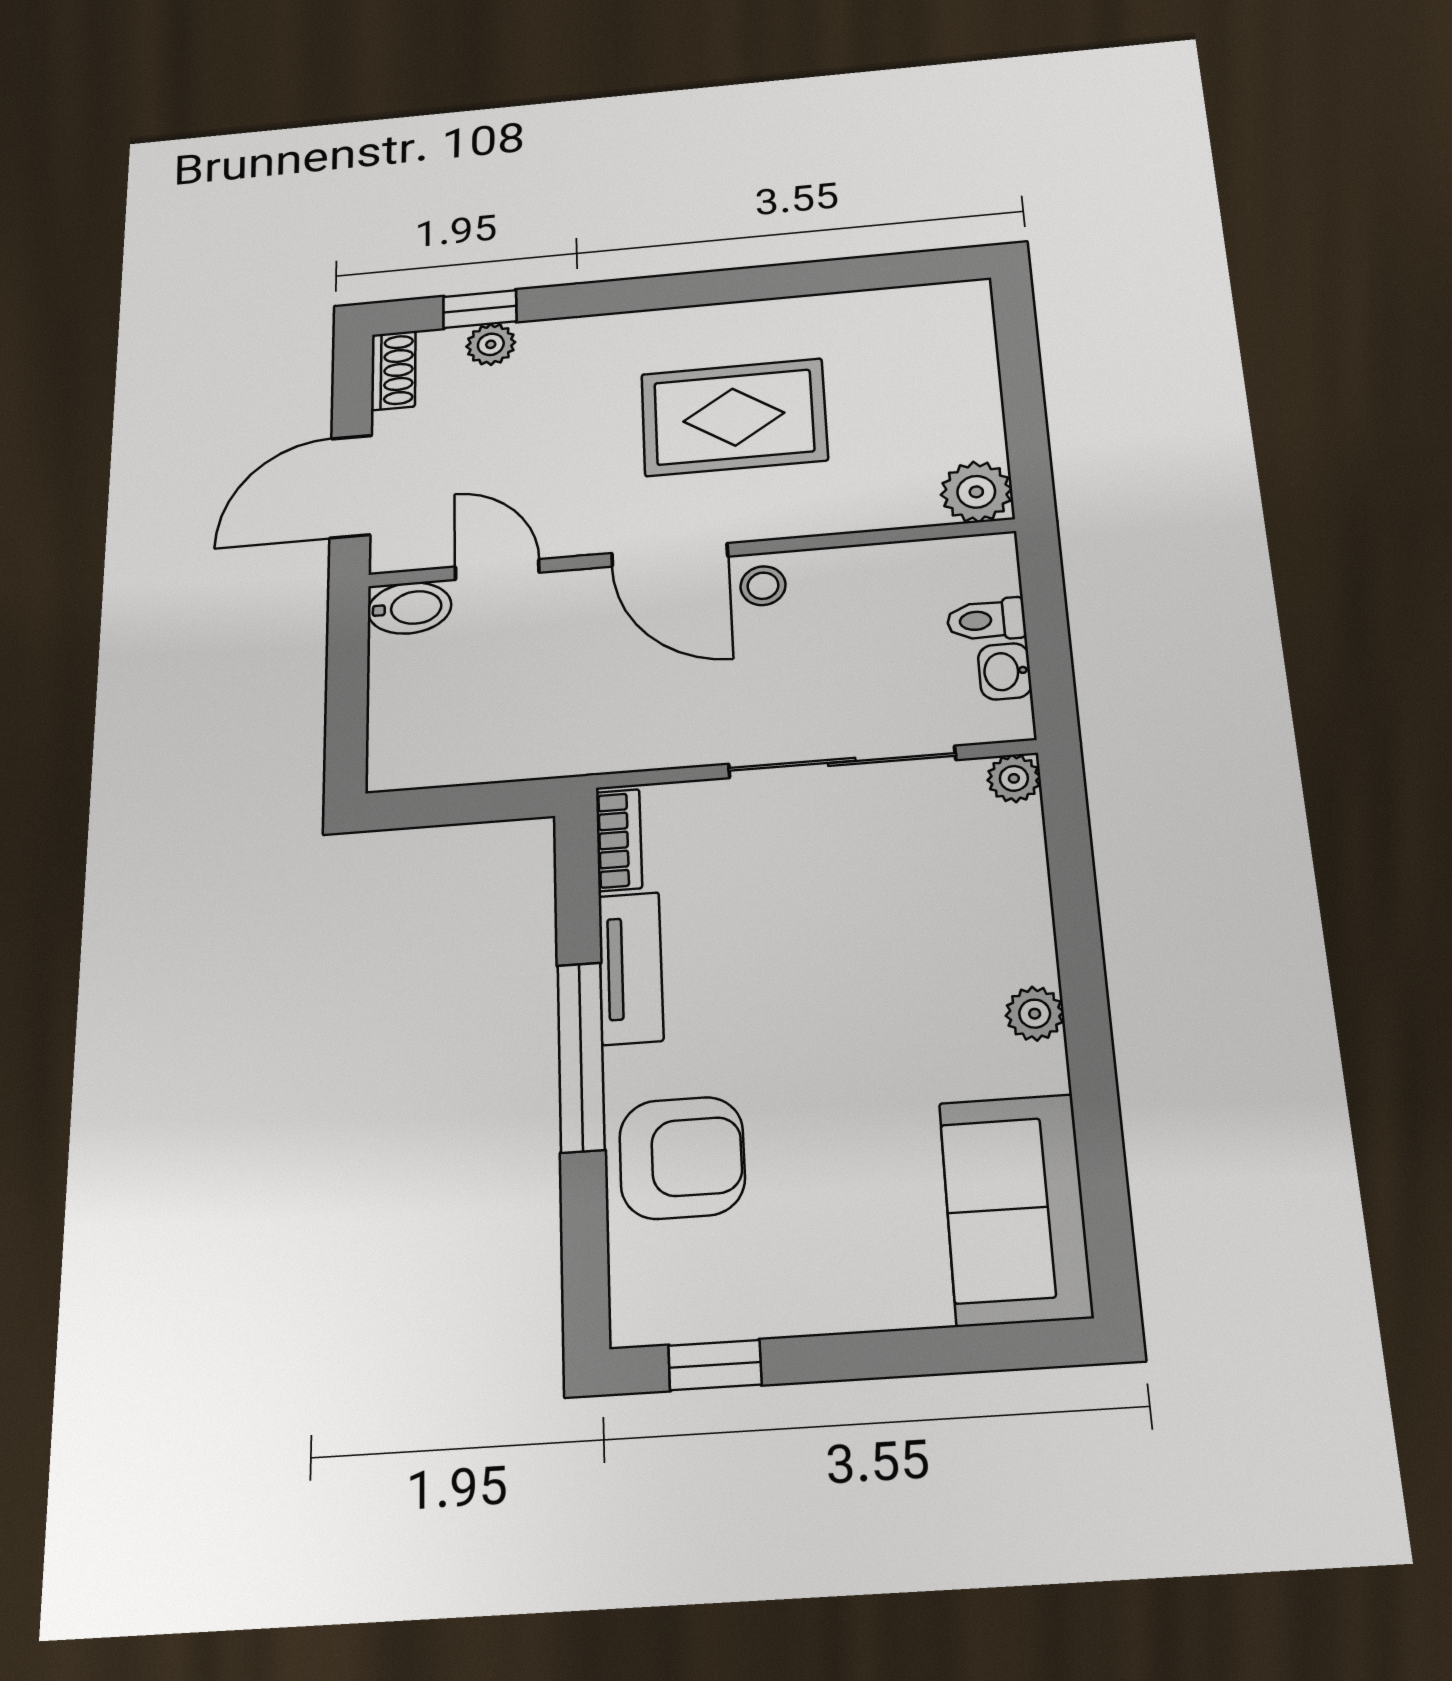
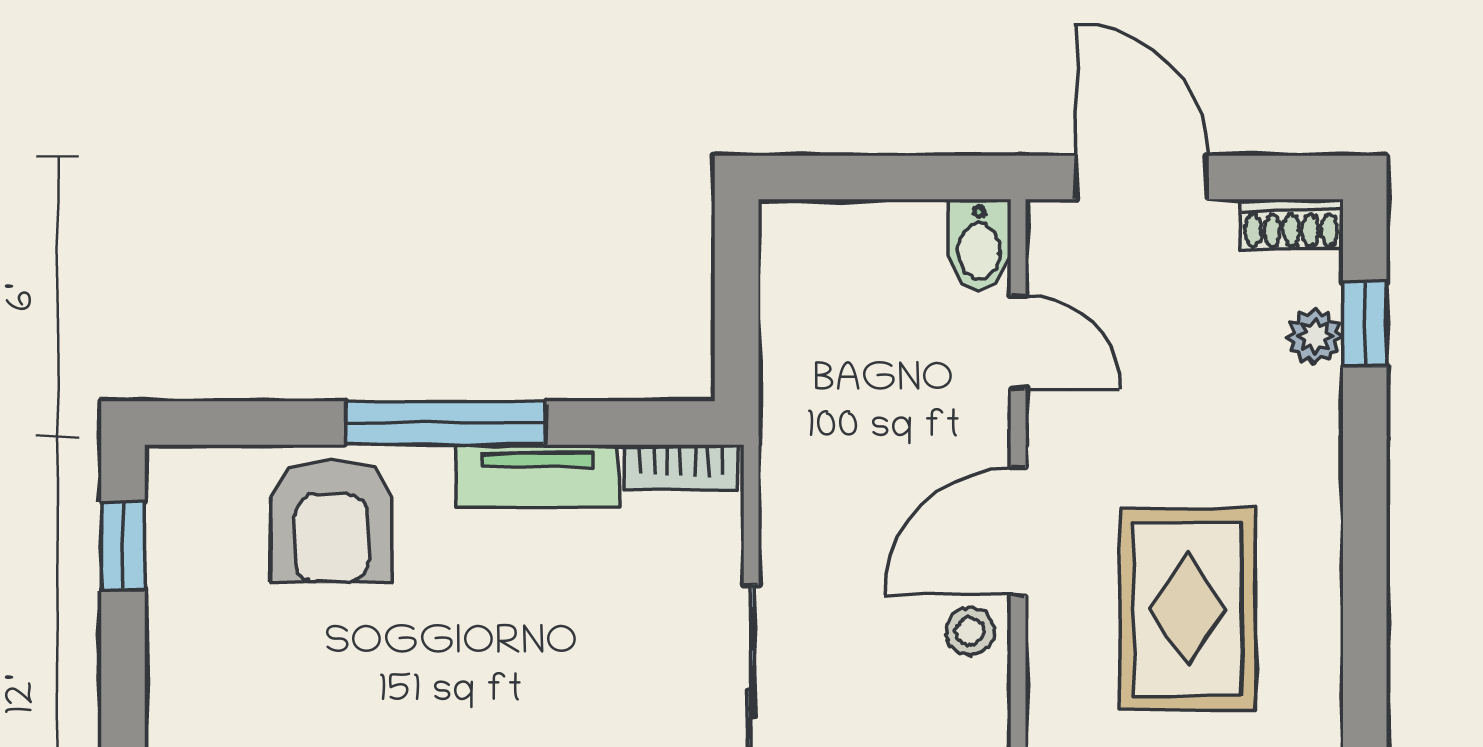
door: (497, 570) -> (1018, 342), hinge flipped

